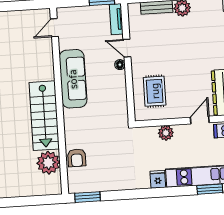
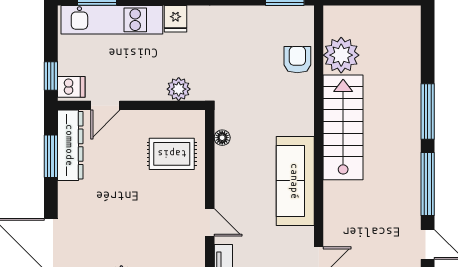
floor lamp: (120, 65) -> (222, 138), moved
rug: (155, 91) -> (172, 154), turned 90
plant: (166, 133) -> (179, 89), moved

